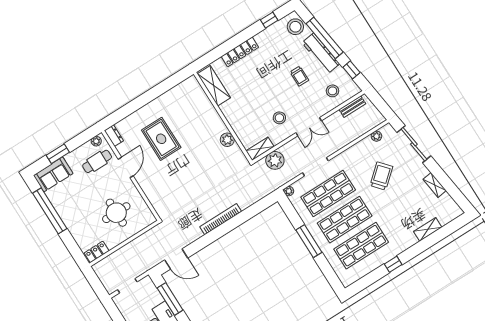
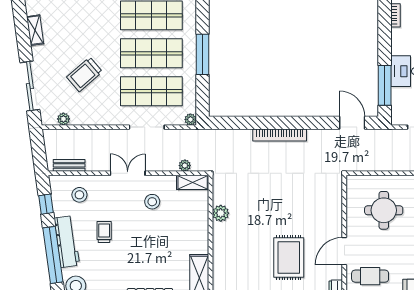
plant: (275, 160) -> (185, 166), width x0.53, depth x0.53

